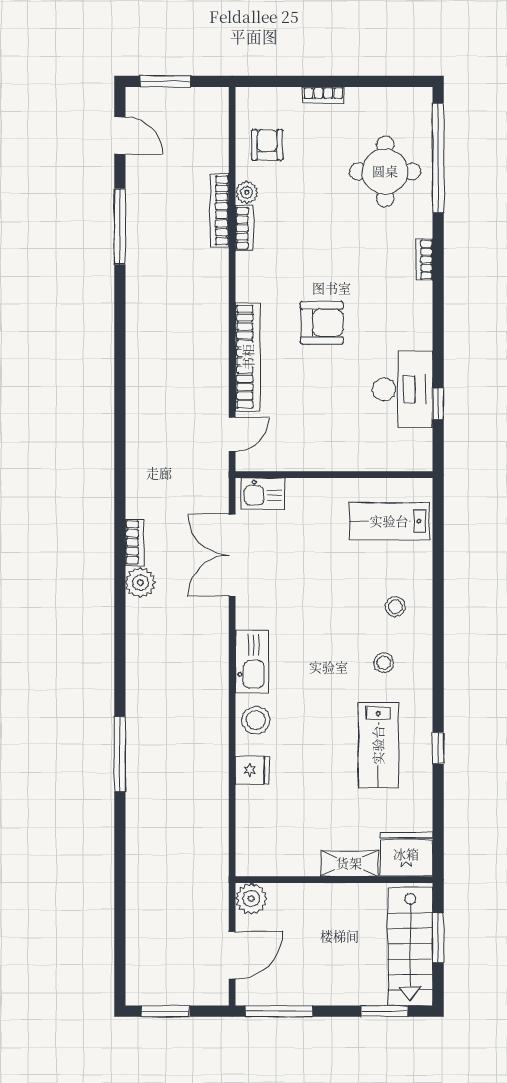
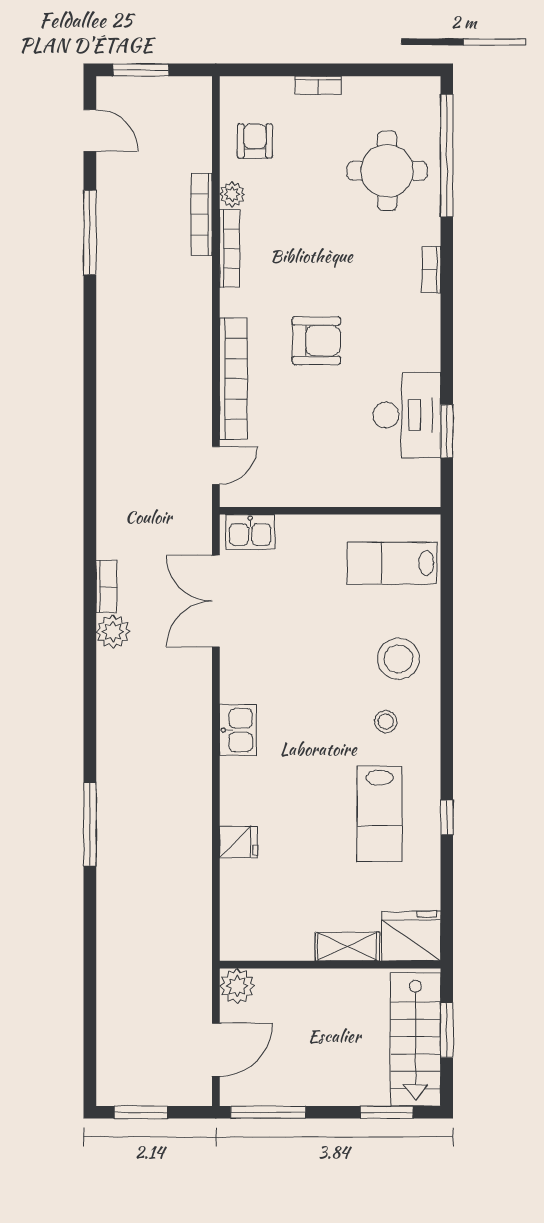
bookcase: (244, 228) -> (230, 249), width x1.56
window: (438, 404) -> (447, 431), width x1.50
stool: (395, 607) -> (398, 659), width x1.89, depth x1.89
kitchen sink: (252, 662) -> (238, 730), width x0.73
stool: (256, 720) -> (242, 786), removed

